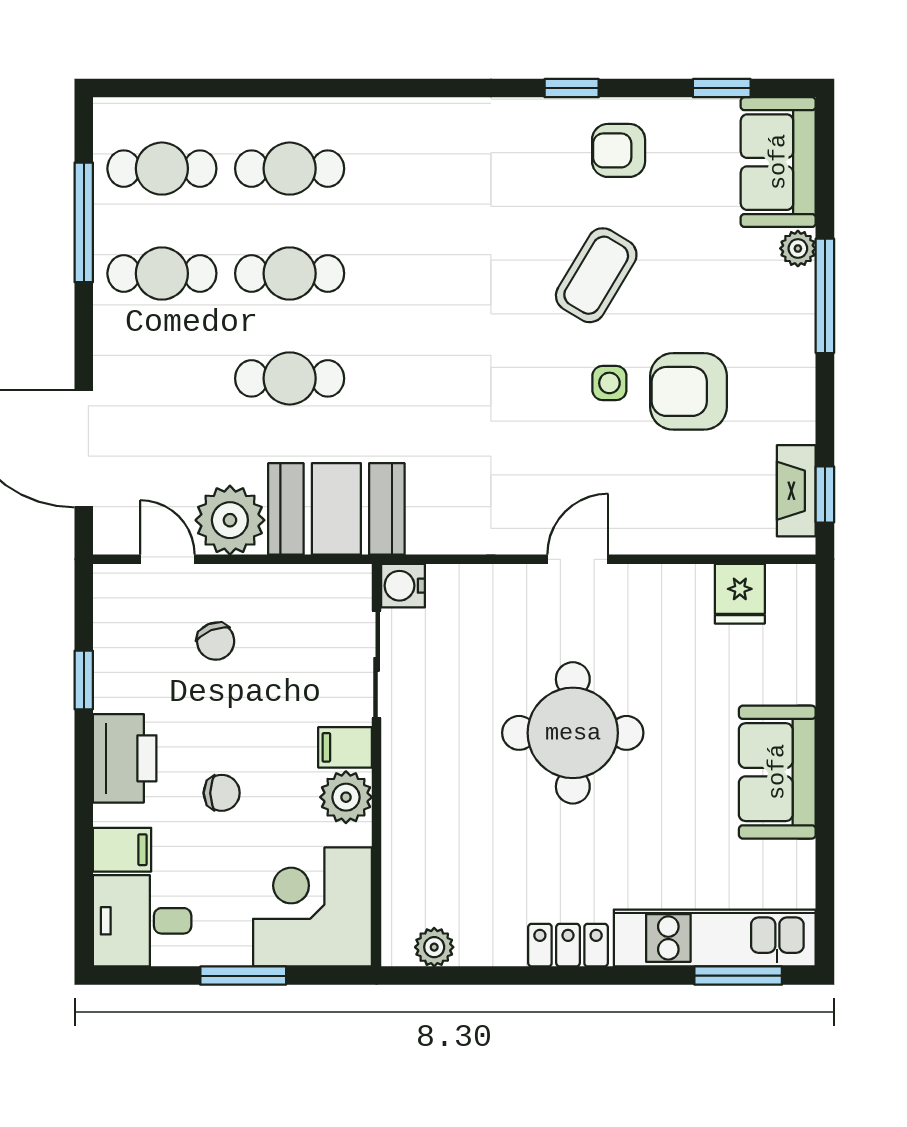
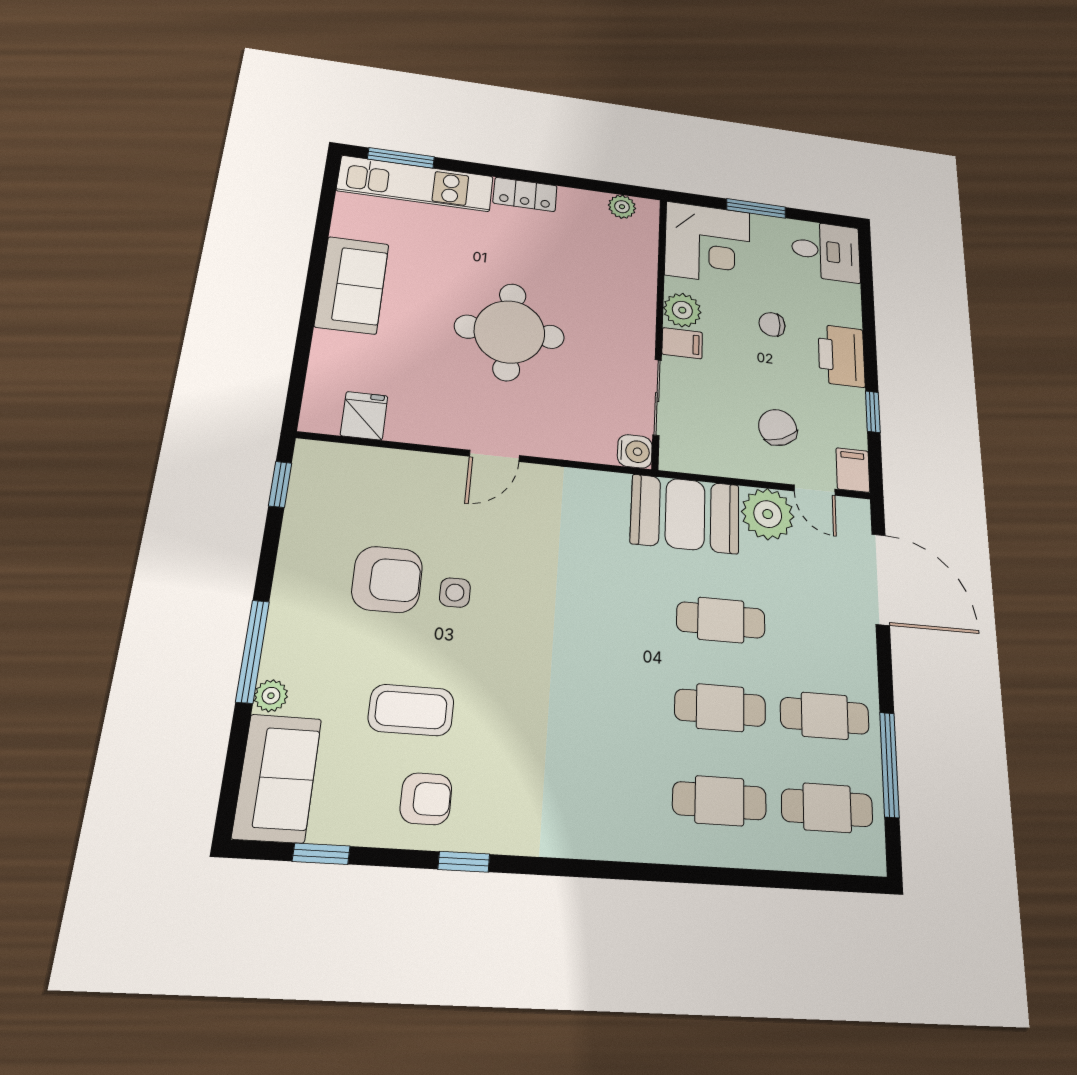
coffee table: (596, 275) -> (411, 710), moved, turned 59
fireplace: (796, 491) -> (305, 490), removed
chair: (216, 641) -> (778, 427), width x1.37, depth x1.37
filing cabinet: (122, 850) -> (853, 470), moved, turned 90

